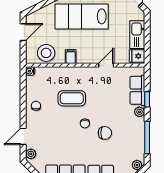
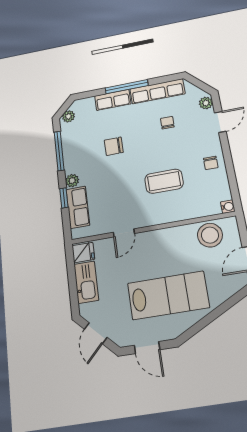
filing cabinet: (71, 57) -> (175, 236), removed
chair: (85, 123) -> (167, 123), moved

